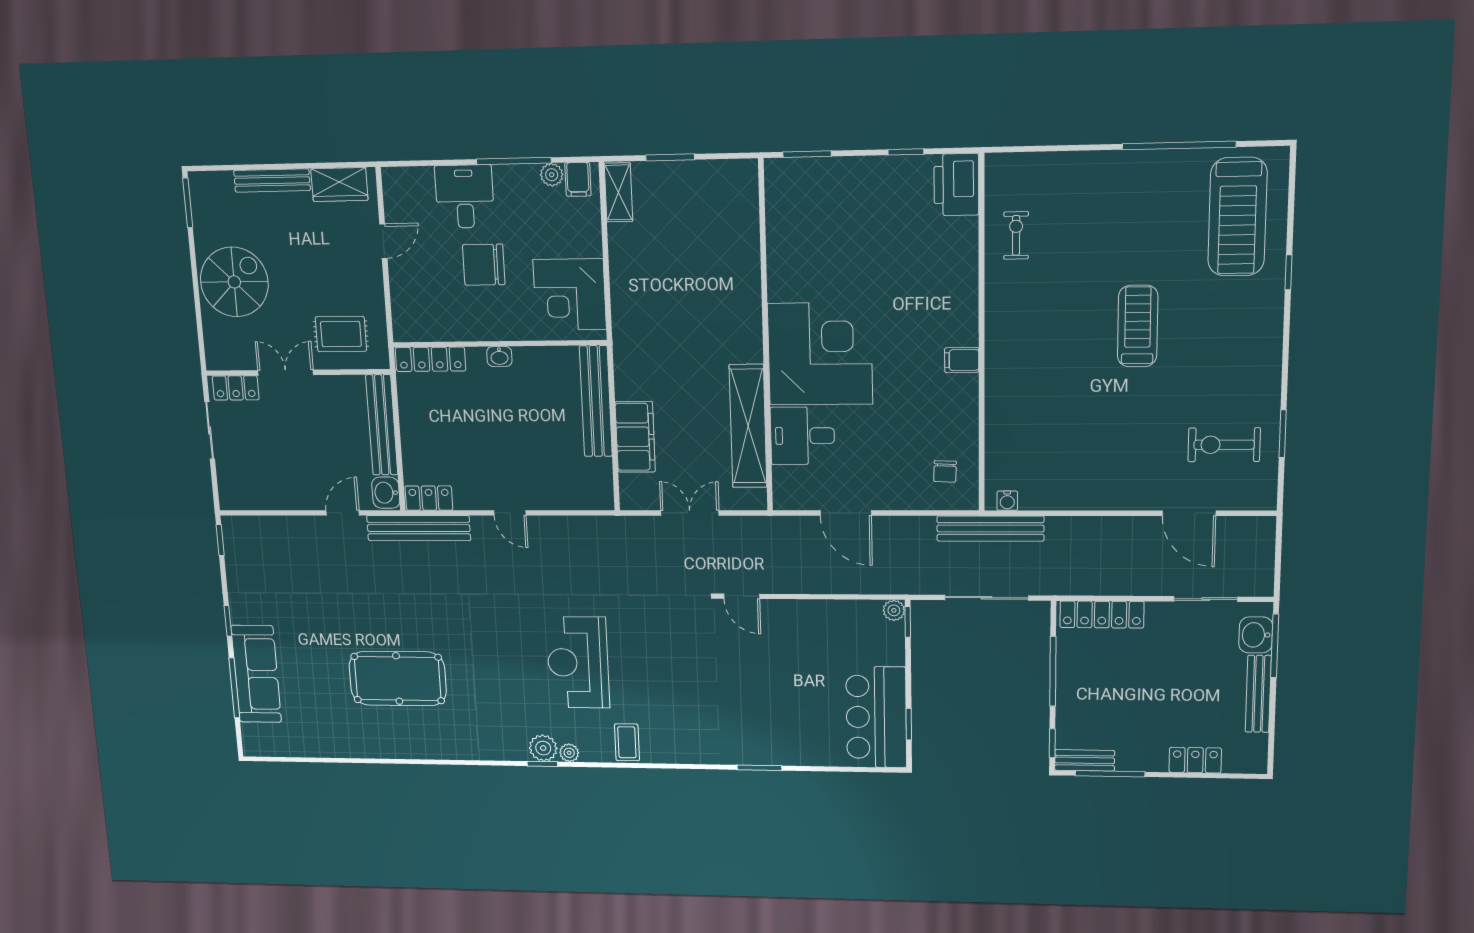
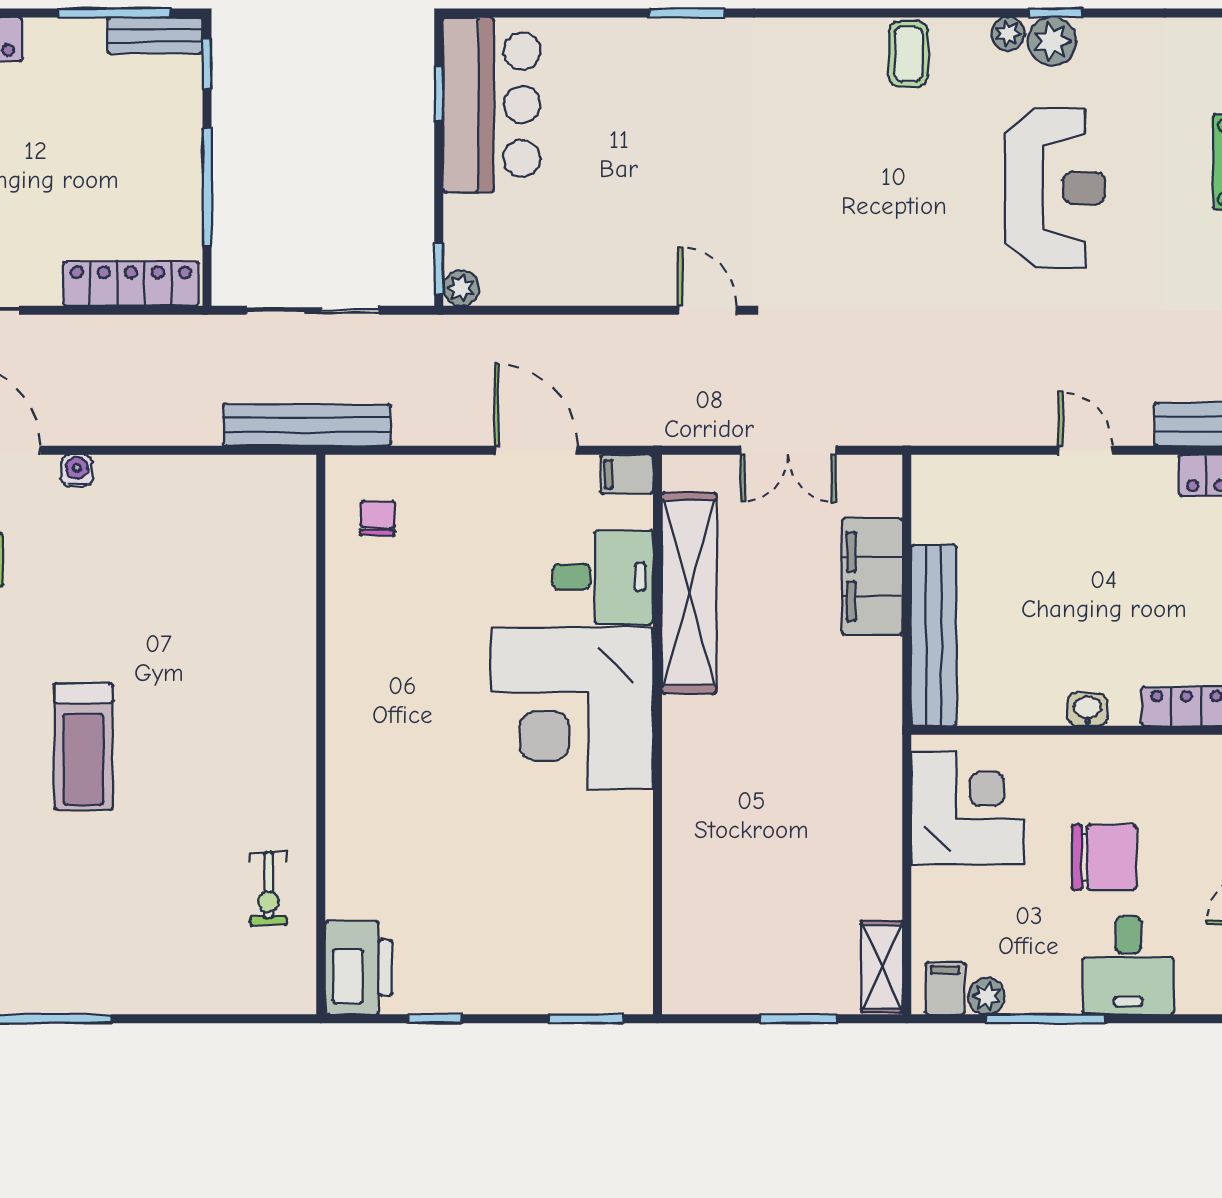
filing cabinet: (962, 360) -> (627, 474), moved, turned 180
water cooler: (1007, 501) -> (77, 471), moved
reception desk: (578, 663) -> (1055, 188), moved

